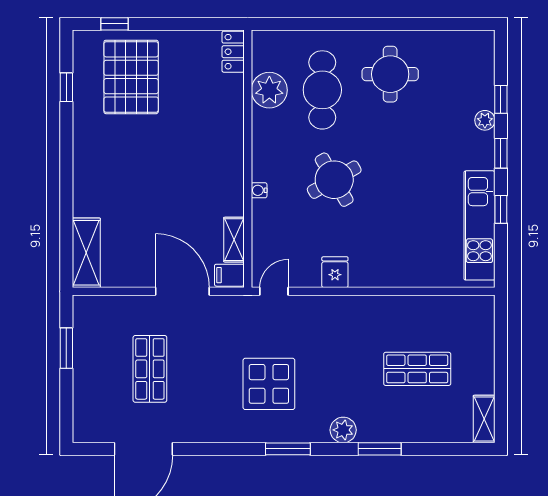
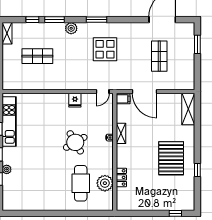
locker: (233, 52) -> (121, 177), moved
round table: (390, 74) -> (50, 190), removed
pallet: (131, 77) -> (171, 158), moved
window: (66, 87) -> (197, 170), moved
shelving: (234, 240) -> (121, 133), moved
window: (66, 348) -> (197, 44), moved
window: (428, 449) -> (32, 20), added

